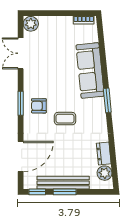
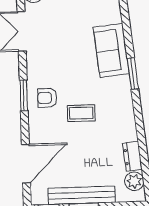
sofa: (90, 71) -> (111, 50), width x0.73
window: (107, 100) -> (133, 73), moved

